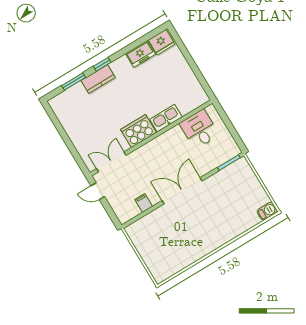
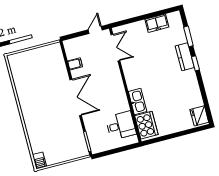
freezer: (141, 54) -> (157, 23), moved, turned -90
cooker: (138, 131) -> (146, 125), moved

